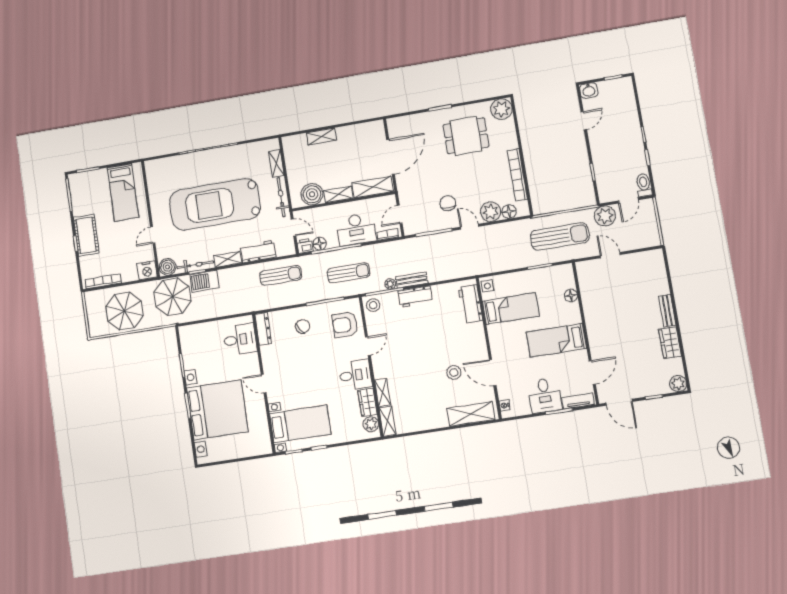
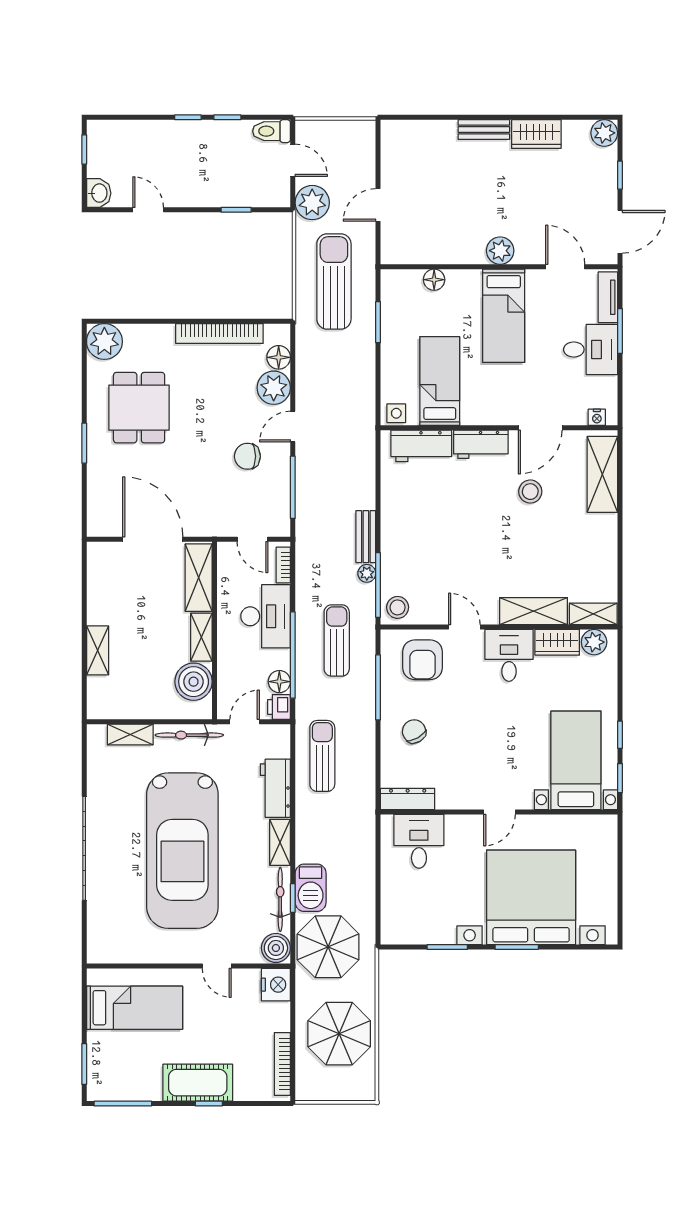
workbench: (415, 297) -> (481, 444), moved, turned 90
plant: (595, 332) -> (500, 251), added
shelving: (383, 392) -> (533, 611), width x1.50, depth x1.33

